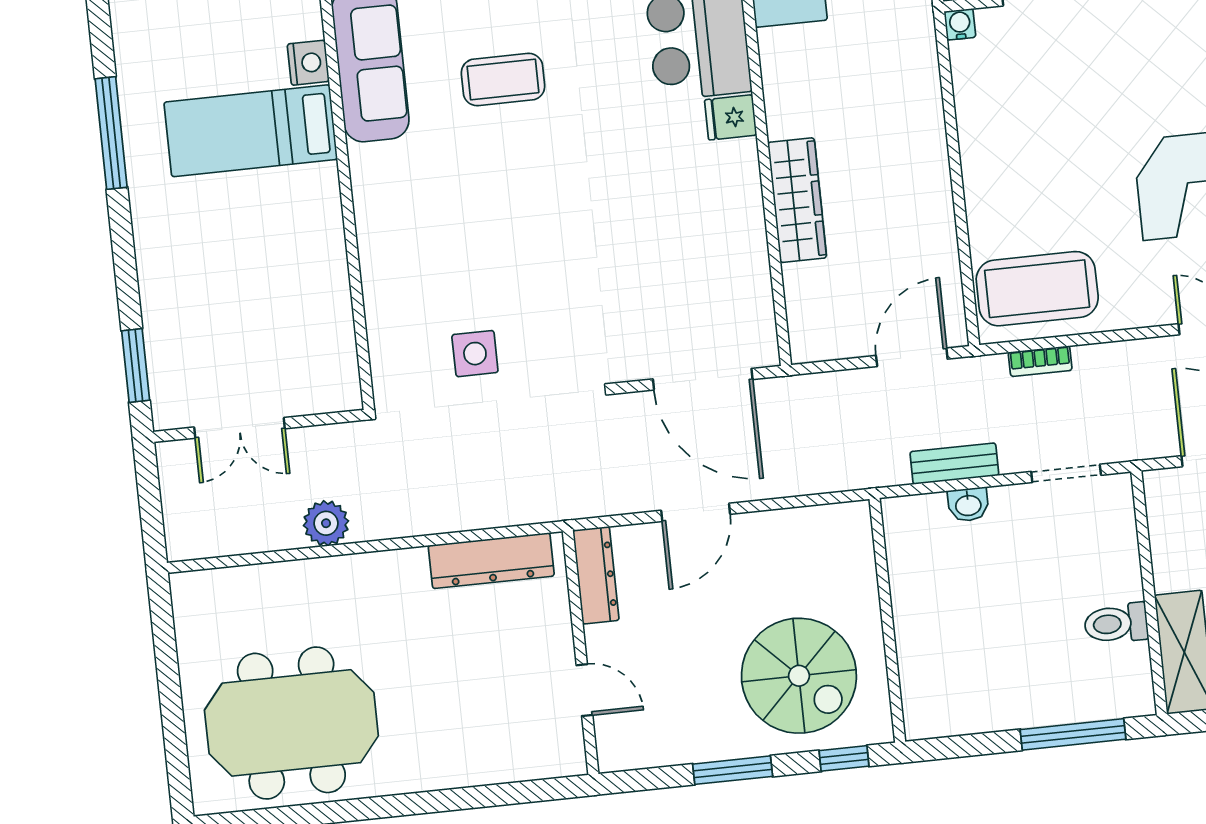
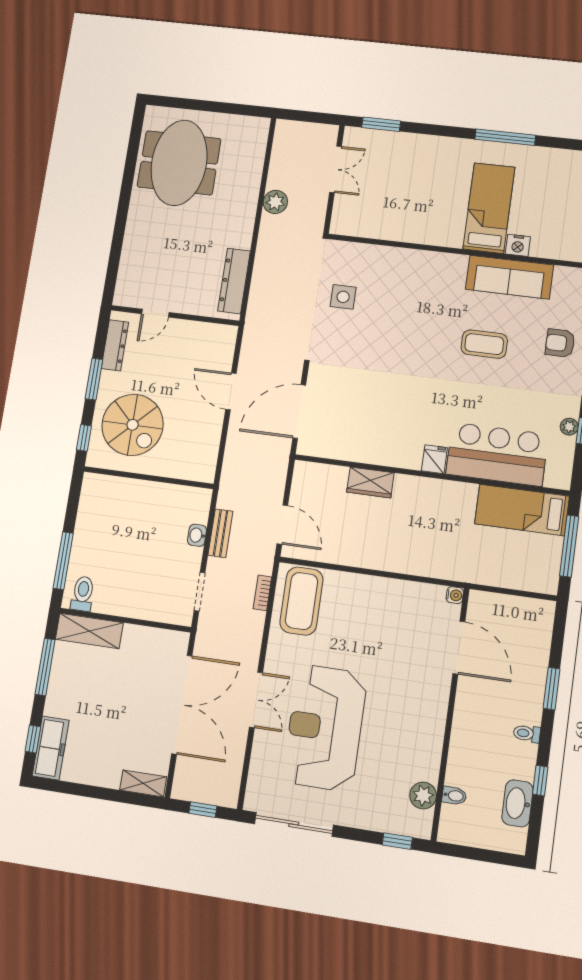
coffee table: (503, 80) -> (484, 344), turned 90
wardrobe: (797, 200) -> (370, 482), width x0.67
double door: (240, 428) -> (336, 169), swing flipped
dresser: (596, 575) -> (115, 345), moved, turned -90
toilet: (1116, 623) -> (83, 594), moved
spiral stairs: (799, 676) -> (133, 425), turned -90

